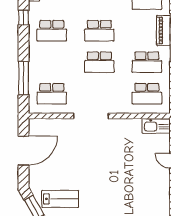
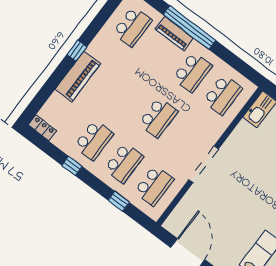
window: (24, 17) -> (72, 166), moved
school desk: (99, 31) -> (124, 163), moved
window: (24, 78) -> (119, 201), width x0.46

